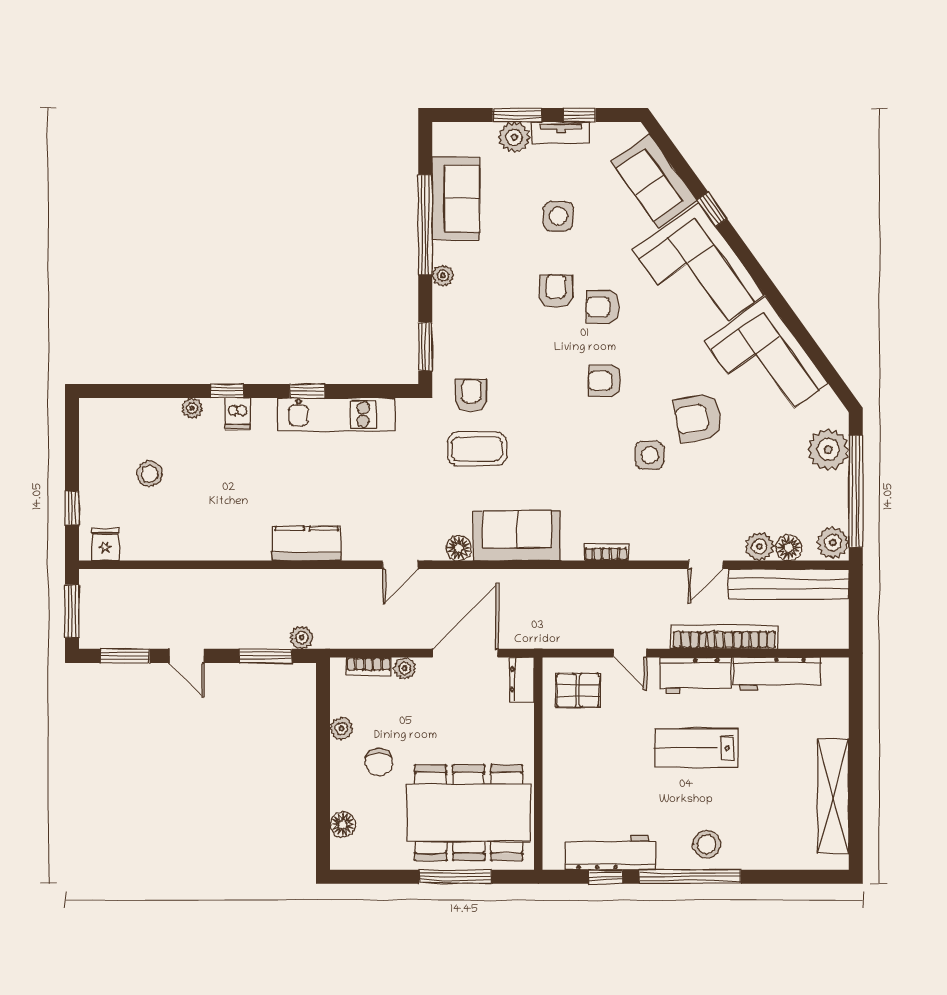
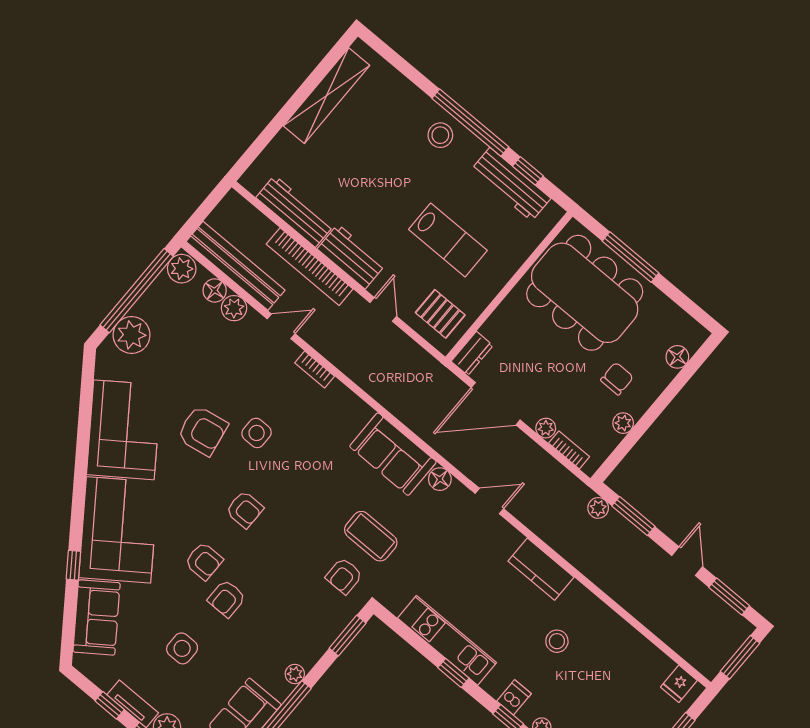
stool: (149, 474) -> (557, 641), moved
bookcase: (606, 552) -> (315, 369), moved
lab bench: (696, 748) -> (448, 240), moved

